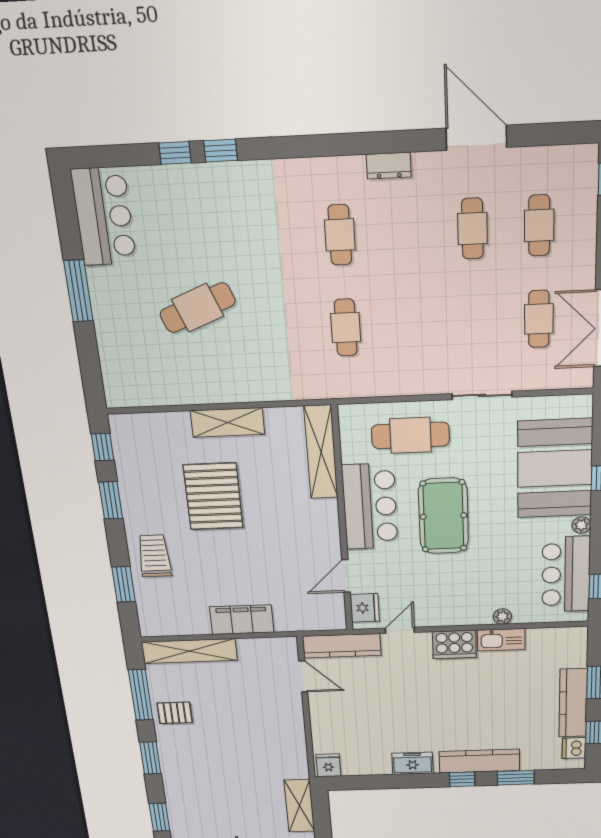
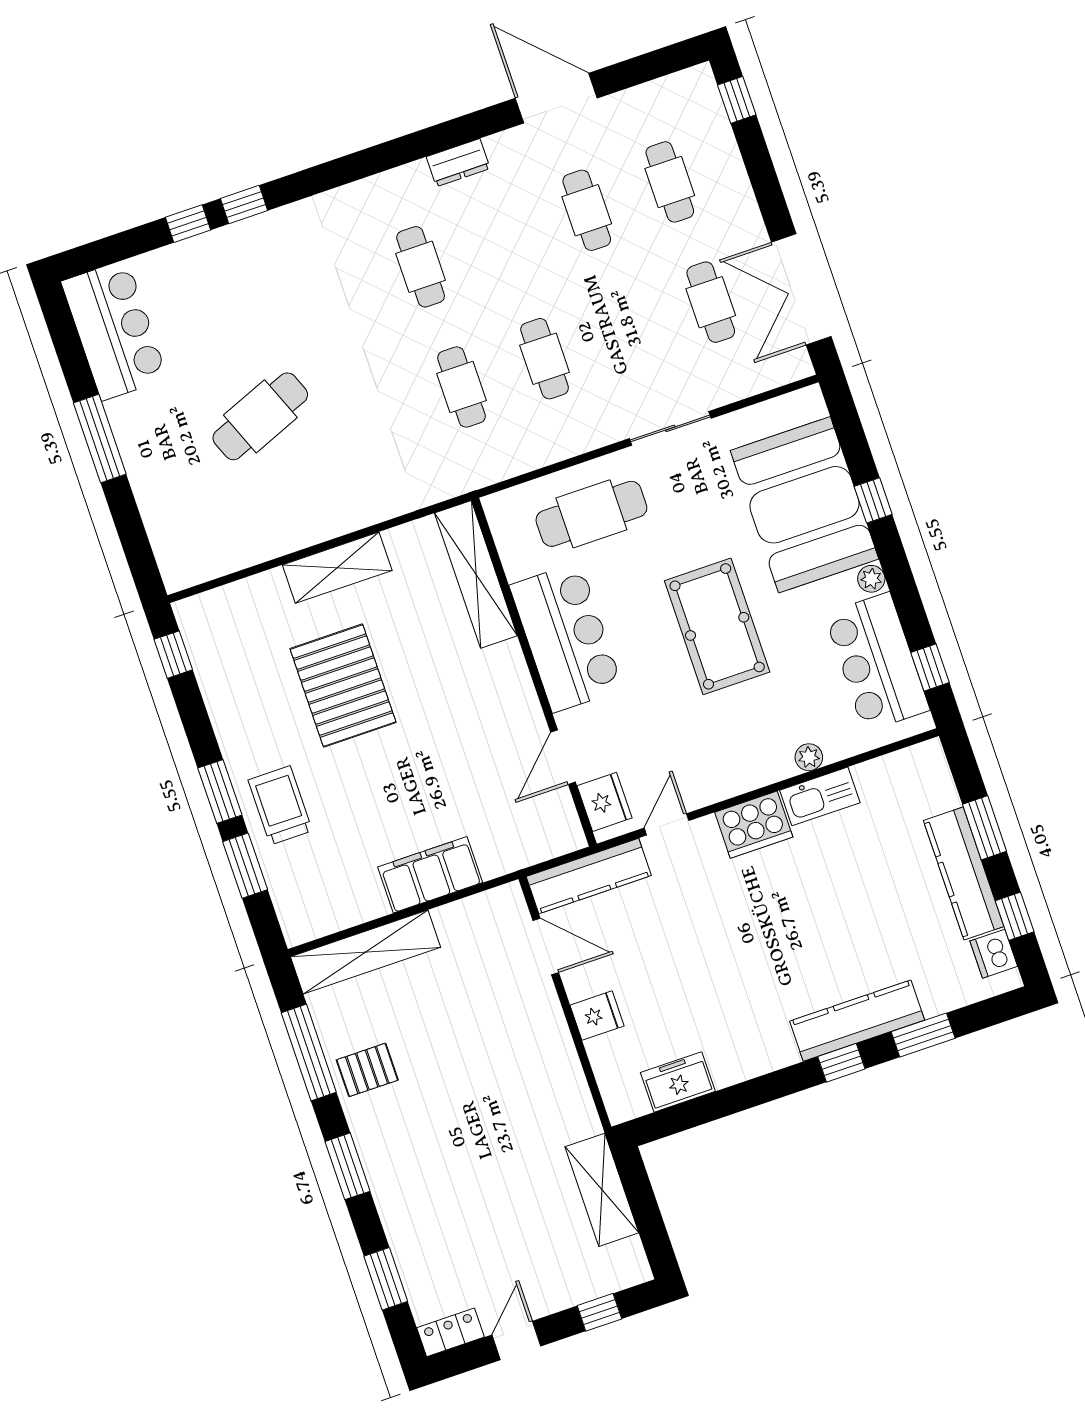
cafe table: (410, 325) -> (545, 359), added
window: (111, 500) -> (220, 791), moved
pool table: (443, 516) -> (717, 626), moved
freezer: (412, 763) -> (678, 1082), moved
fridge: (328, 765) -> (597, 1016), moved, turned 90

